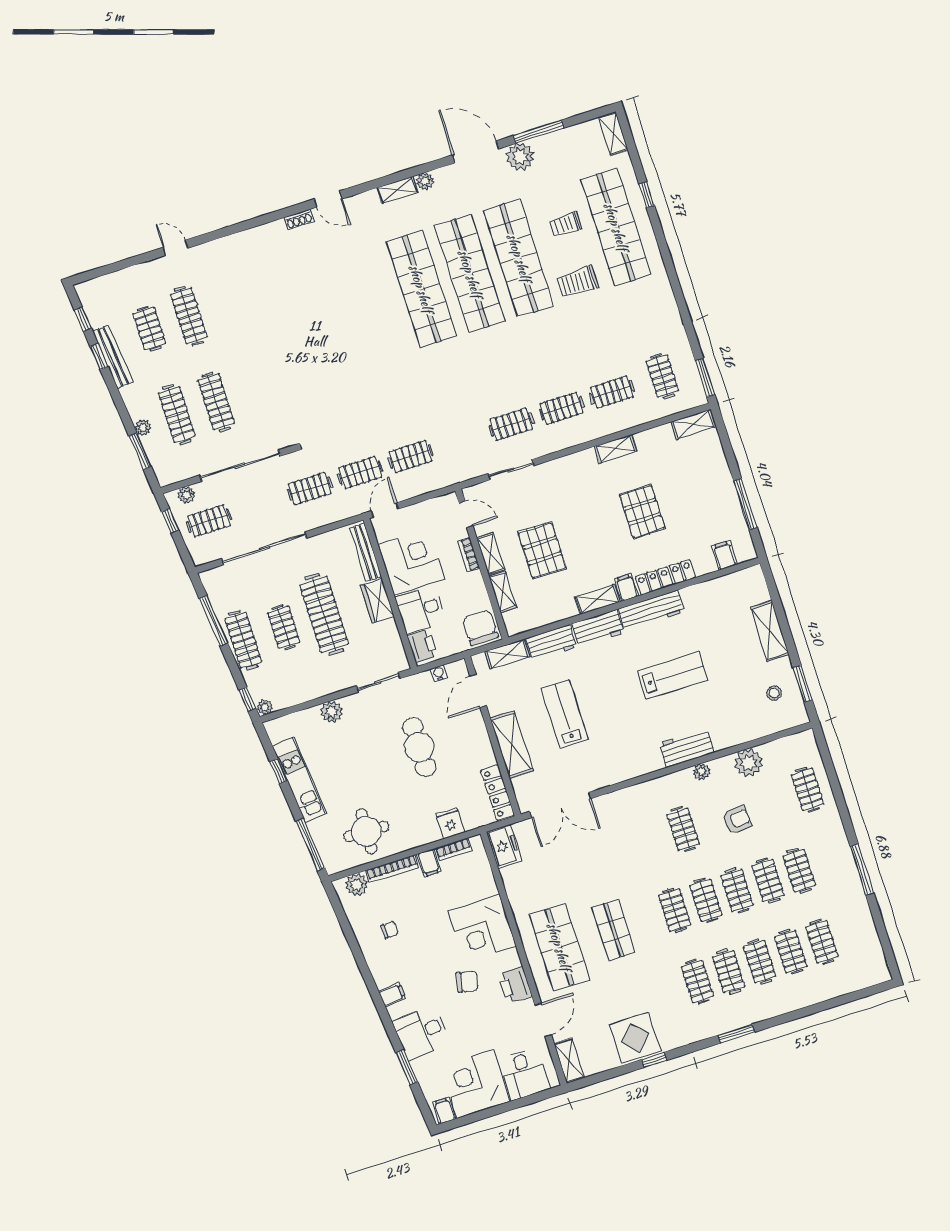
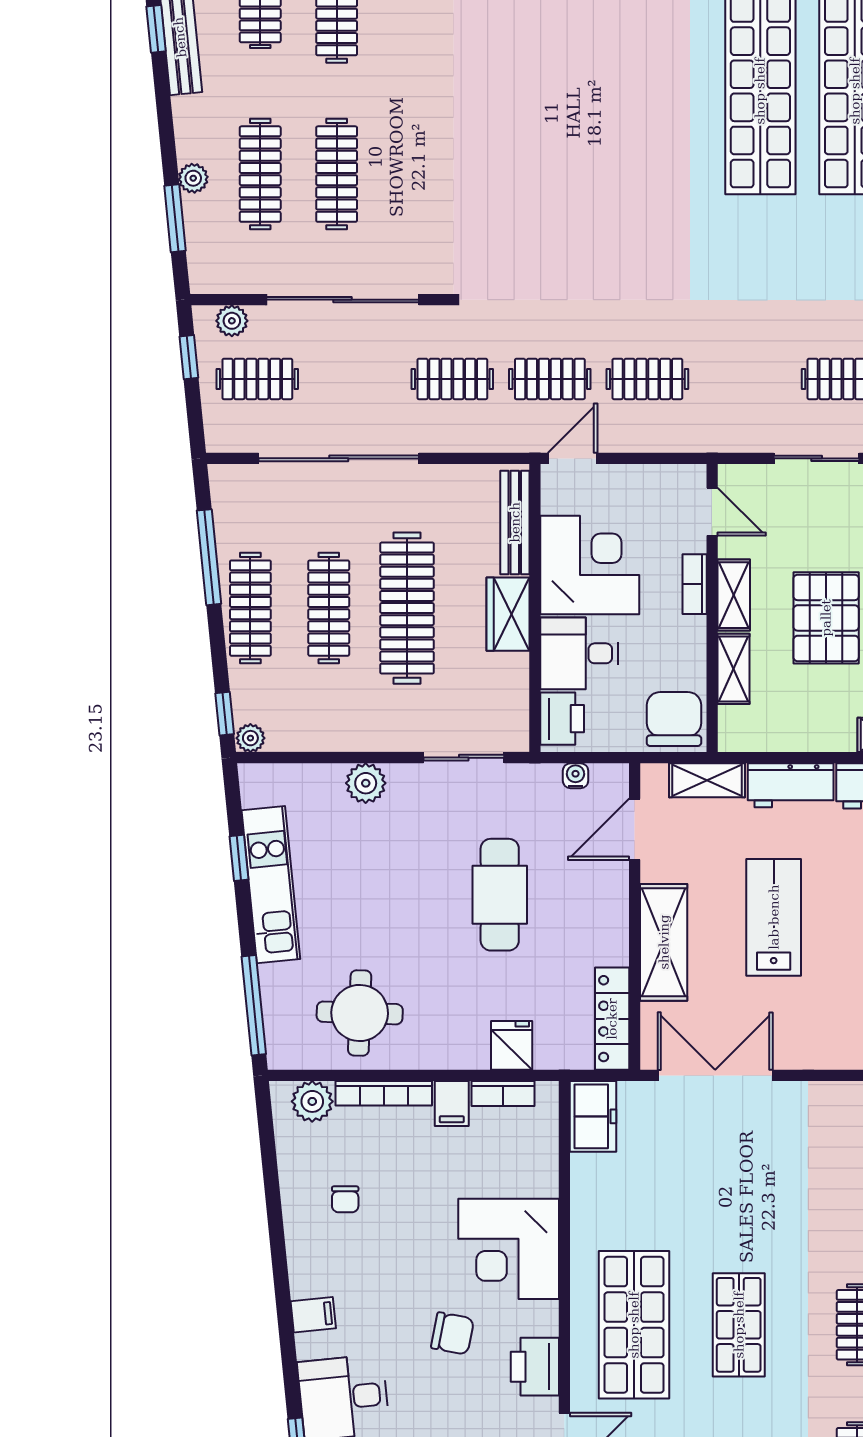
clothes rail: (284, 627) -> (329, 608), width x1.36
double door: (560, 805) -> (715, 1075), swing flipped
chair: (390, 930) -> (345, 1199), turned 90

